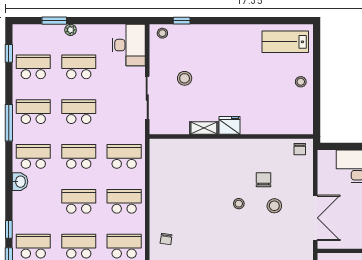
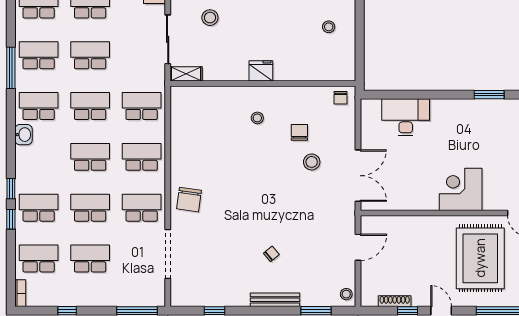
stool: (301, 82) -> (329, 27), moved
shelving: (204, 128) -> (186, 74), moved
stool: (239, 204) -> (257, 118), moved
chair: (166, 239) -> (189, 200), width x1.87, depth x1.87

